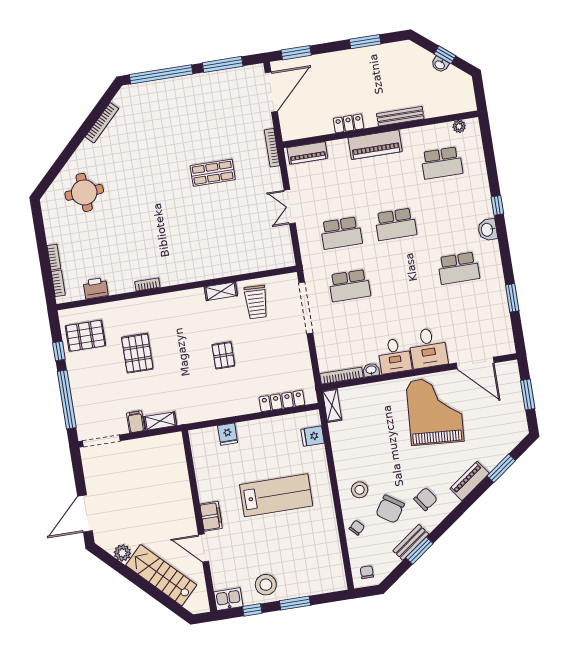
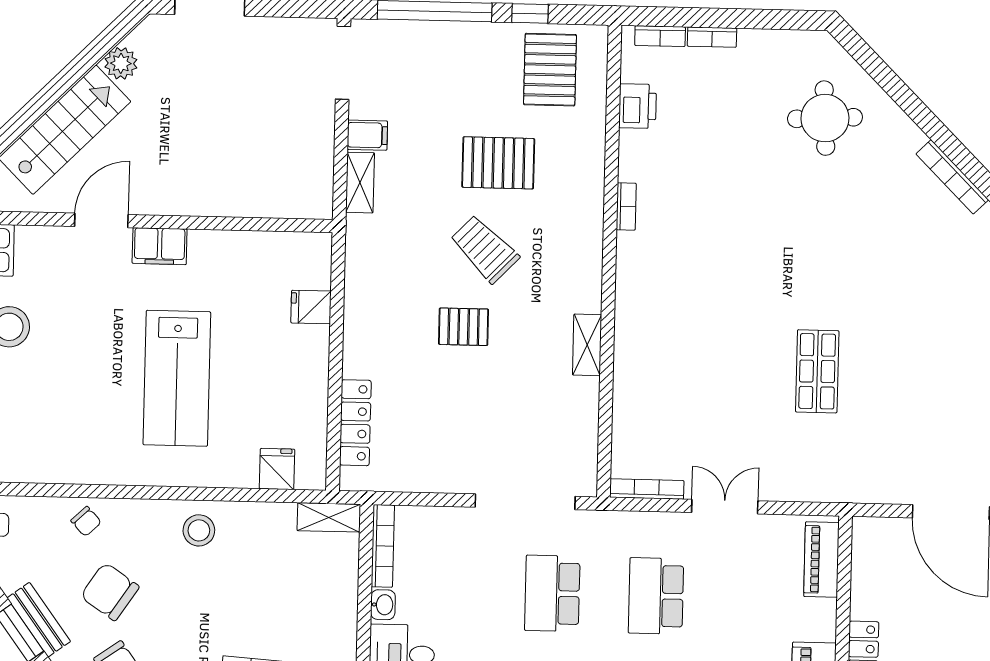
bookcase: (272, 148) -> (647, 489), moved
trolley: (256, 302) -> (485, 249), moved, turned 42
stool: (360, 490) -> (199, 530), moved

